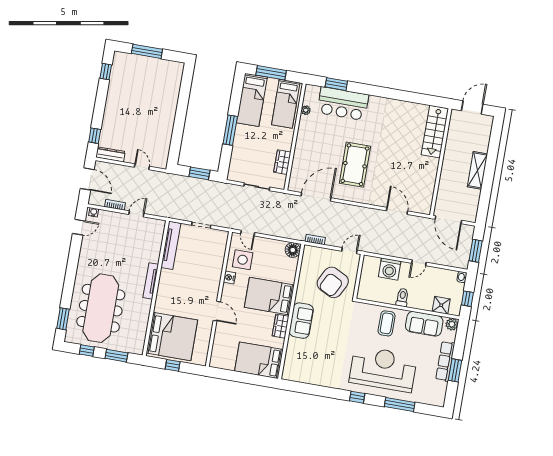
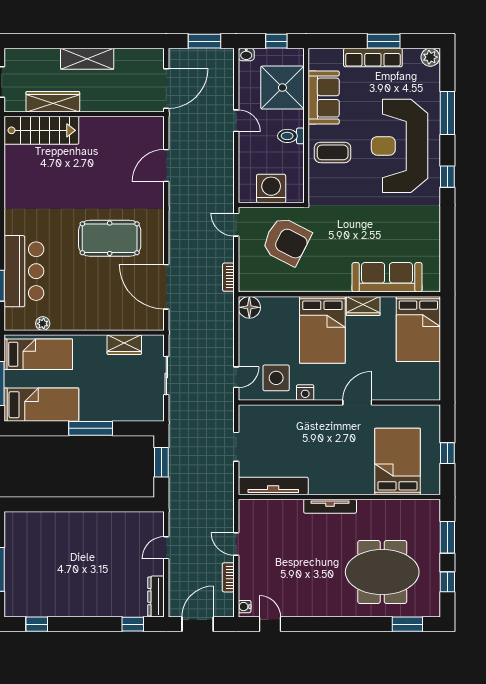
wardrobe: (453, 143) -> (53, 102), added
washing machine: (390, 269) -> (271, 188), moved, turned -90
shower: (441, 305) -> (282, 88), width x1.86, depth x1.86
meeting table: (101, 308) -> (382, 572), width x0.73
sofa: (301, 321) -> (387, 277), moved, width x1.36
plant: (452, 324) -> (430, 57), moved
bed: (172, 337) -> (398, 461), width x0.73

